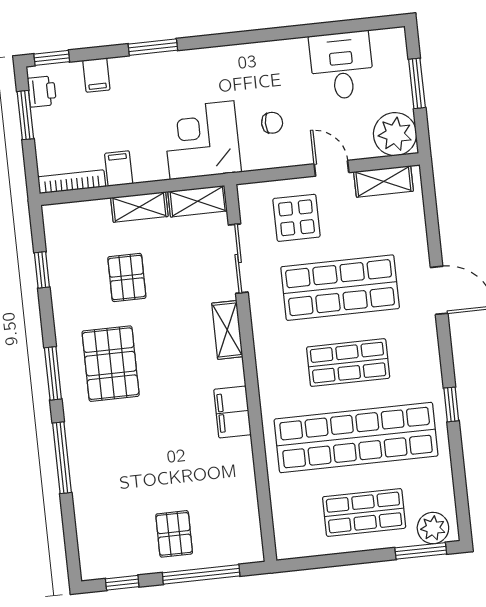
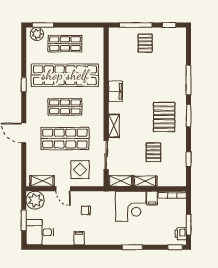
desk: (342, 66) -> (40, 232), moved, turned 90
filing cabinet: (96, 75) -> (79, 238), moved
corner desk: (202, 140) -> (131, 206), moved

